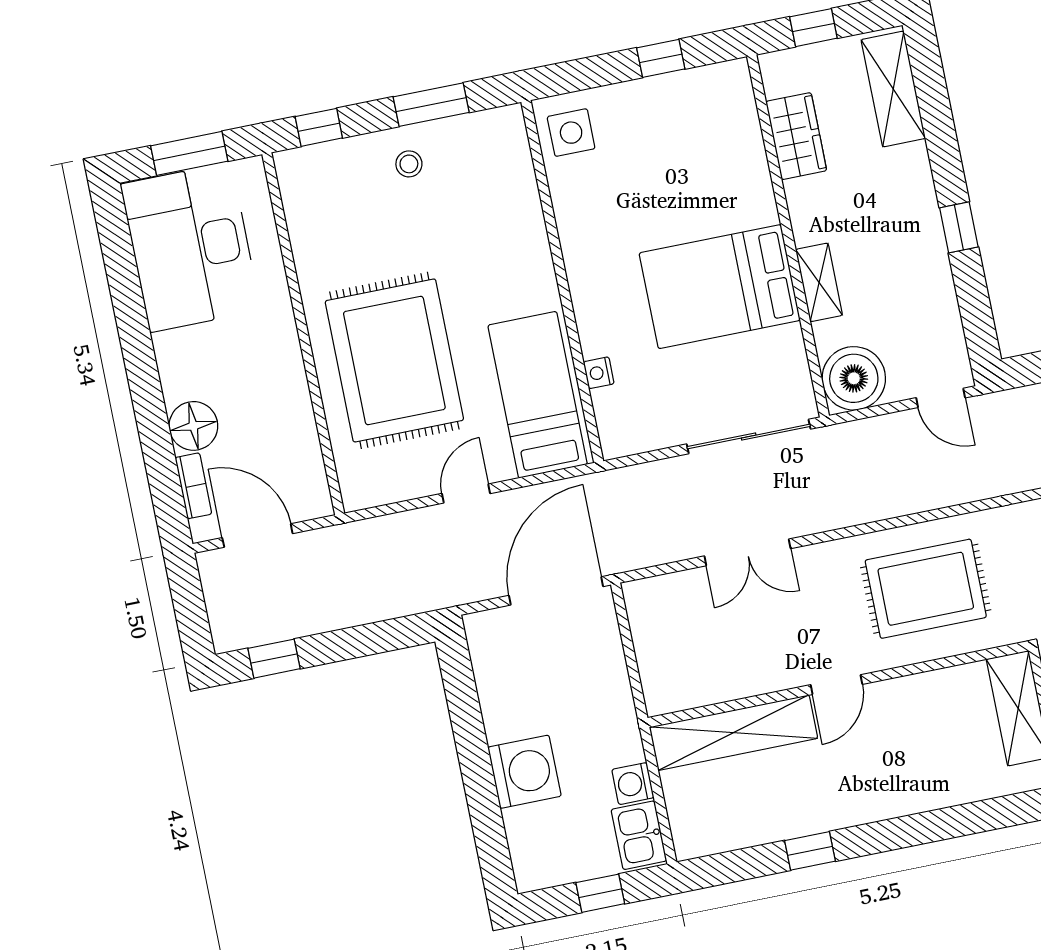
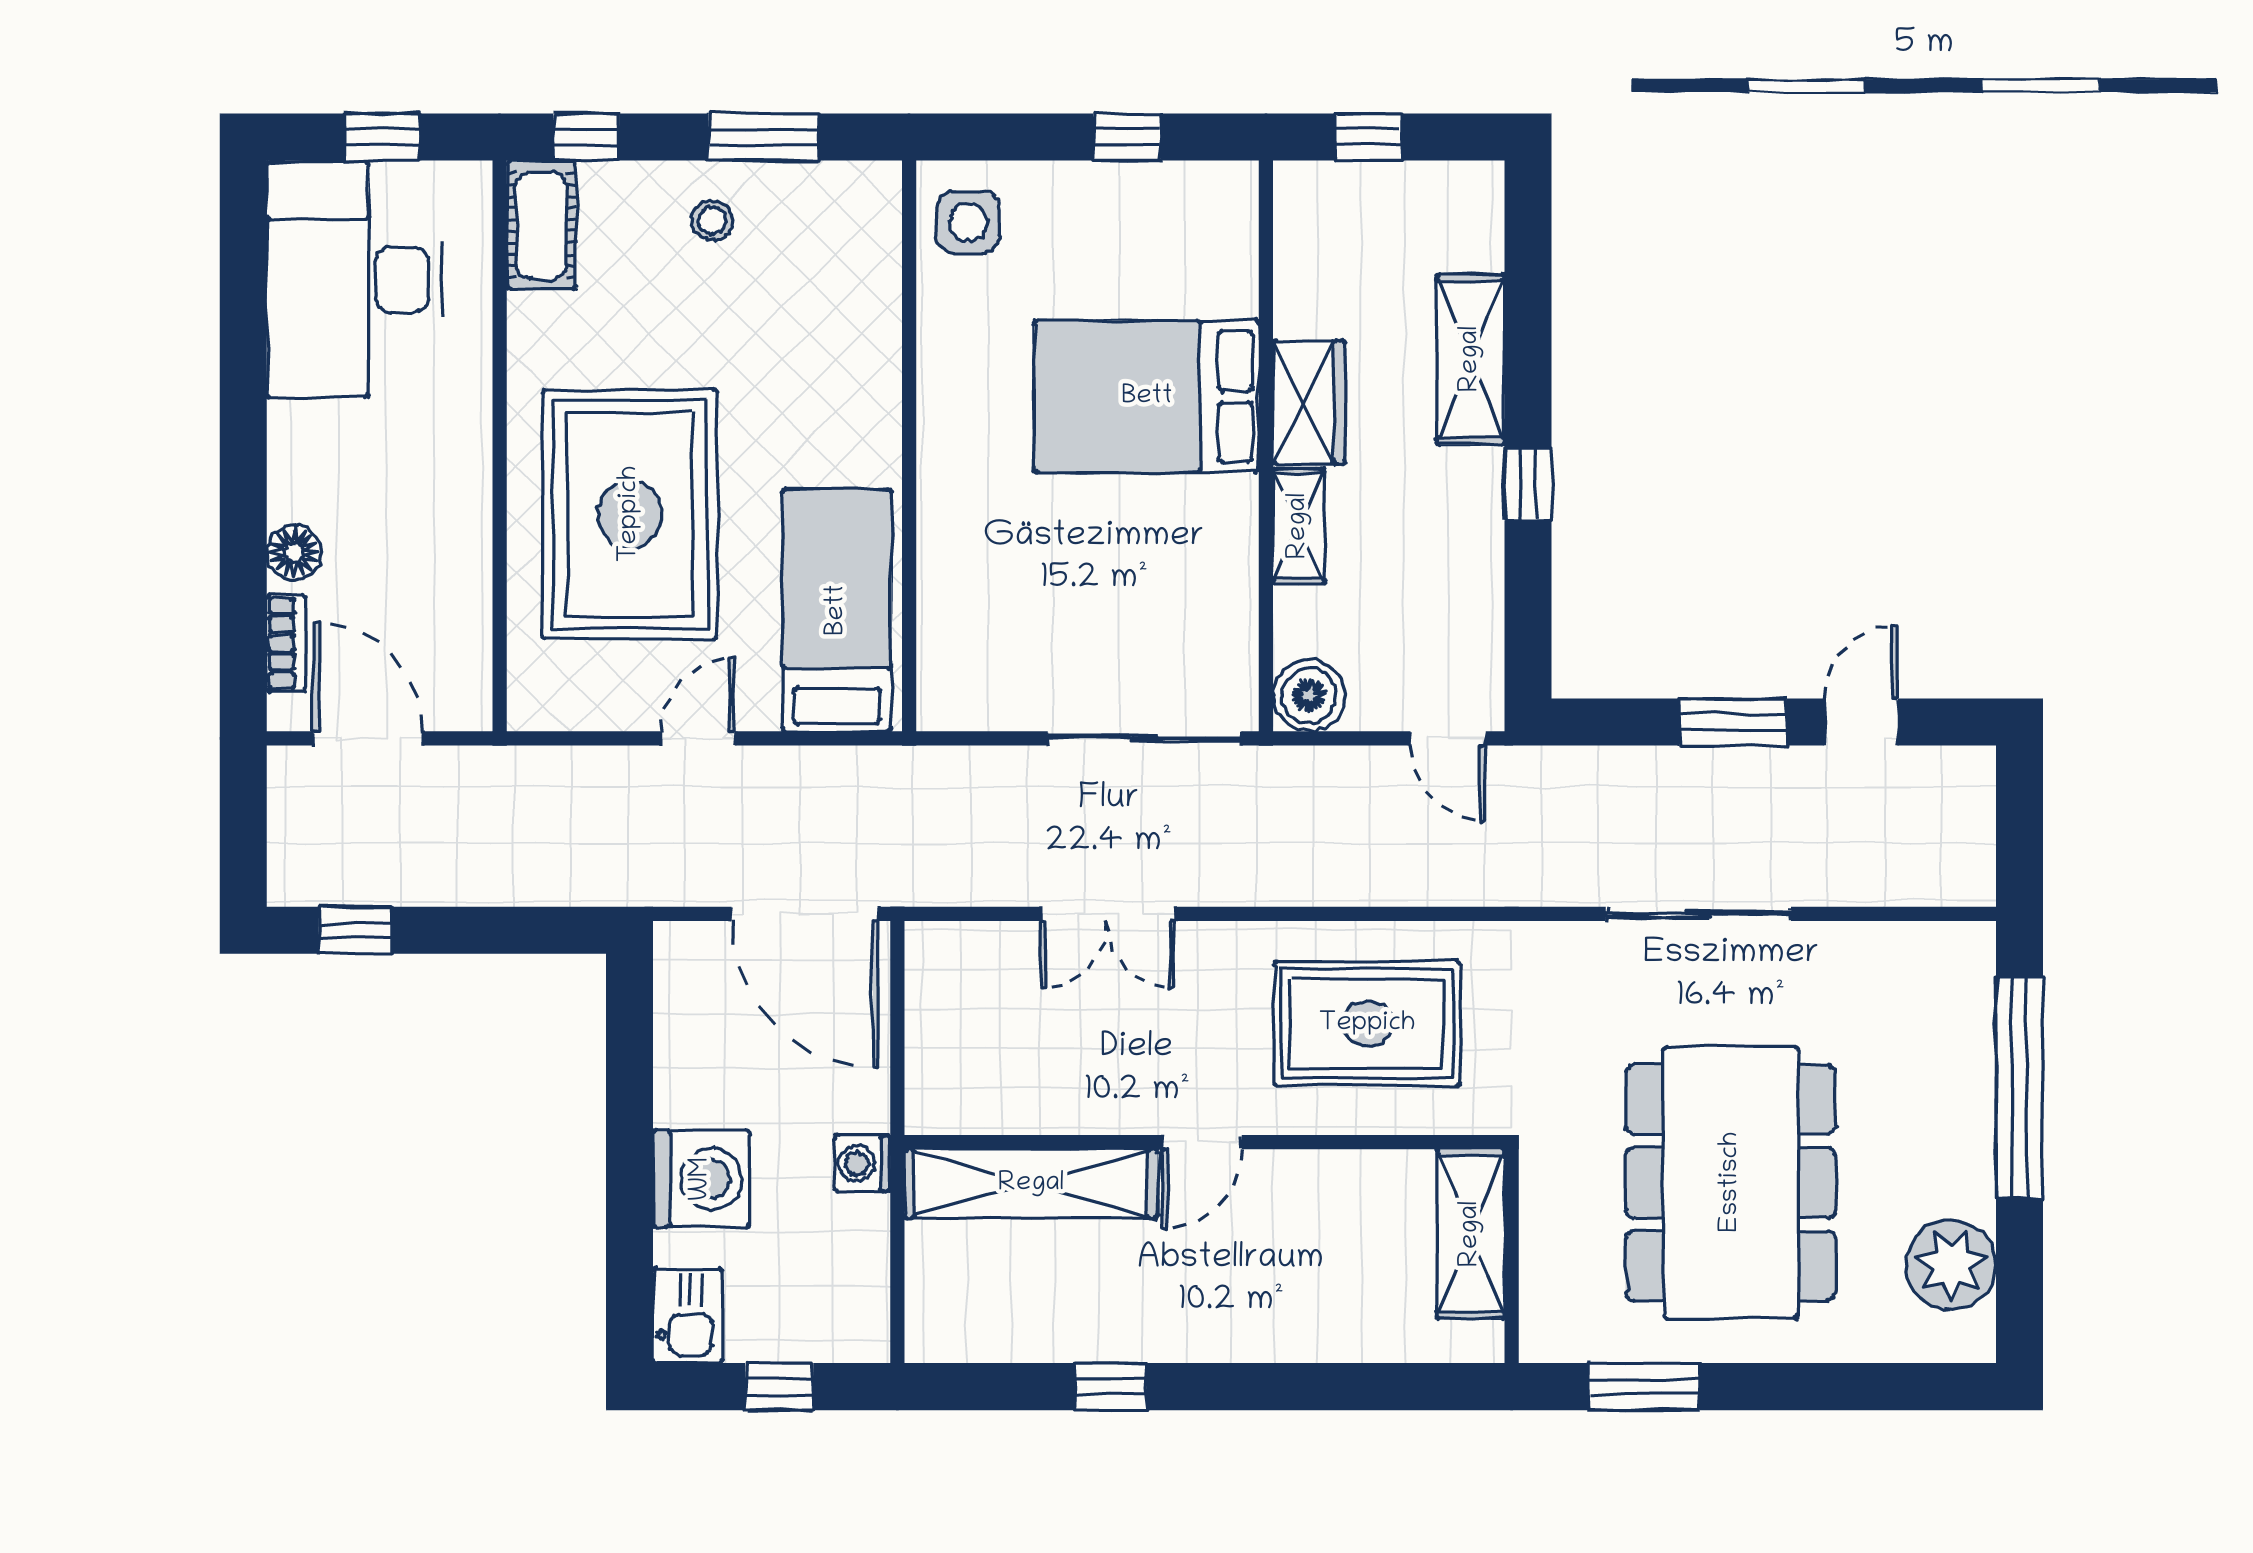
shelving: (893, 89) -> (1471, 359), moved
wardrobe: (796, 136) -> (1309, 402), moved
window: (189, 153) -> (382, 137), width x0.67
cot: (301, 189) -> (541, 225), added
bed: (720, 287) -> (1147, 397), moved
nightstand: (599, 373) -> (936, 596), removed
boiler: (854, 378) -> (1309, 695), width x0.73, depth x0.73
floor lamp: (193, 426) -> (294, 552), width x0.73, depth x0.73
door: (556, 591) -> (805, 914), swing flipped
washing machine: (633, 784) -> (862, 1163), moved
kitchen sink: (639, 835) -> (687, 1316), moved, turned 180

